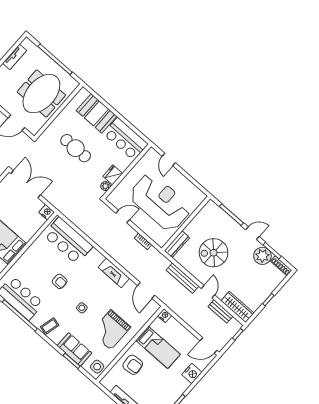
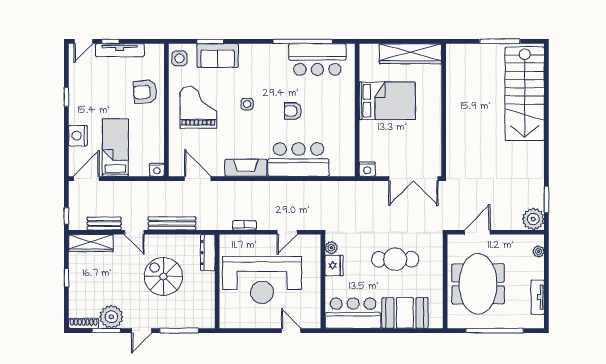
bar counter: (68, 241) -> (298, 159), moved
spiral stairs: (214, 253) -> (163, 276), turned -90
coffee table: (50, 326) -> (263, 57), removed
bed: (158, 347) -> (115, 148), moved, turned 90

